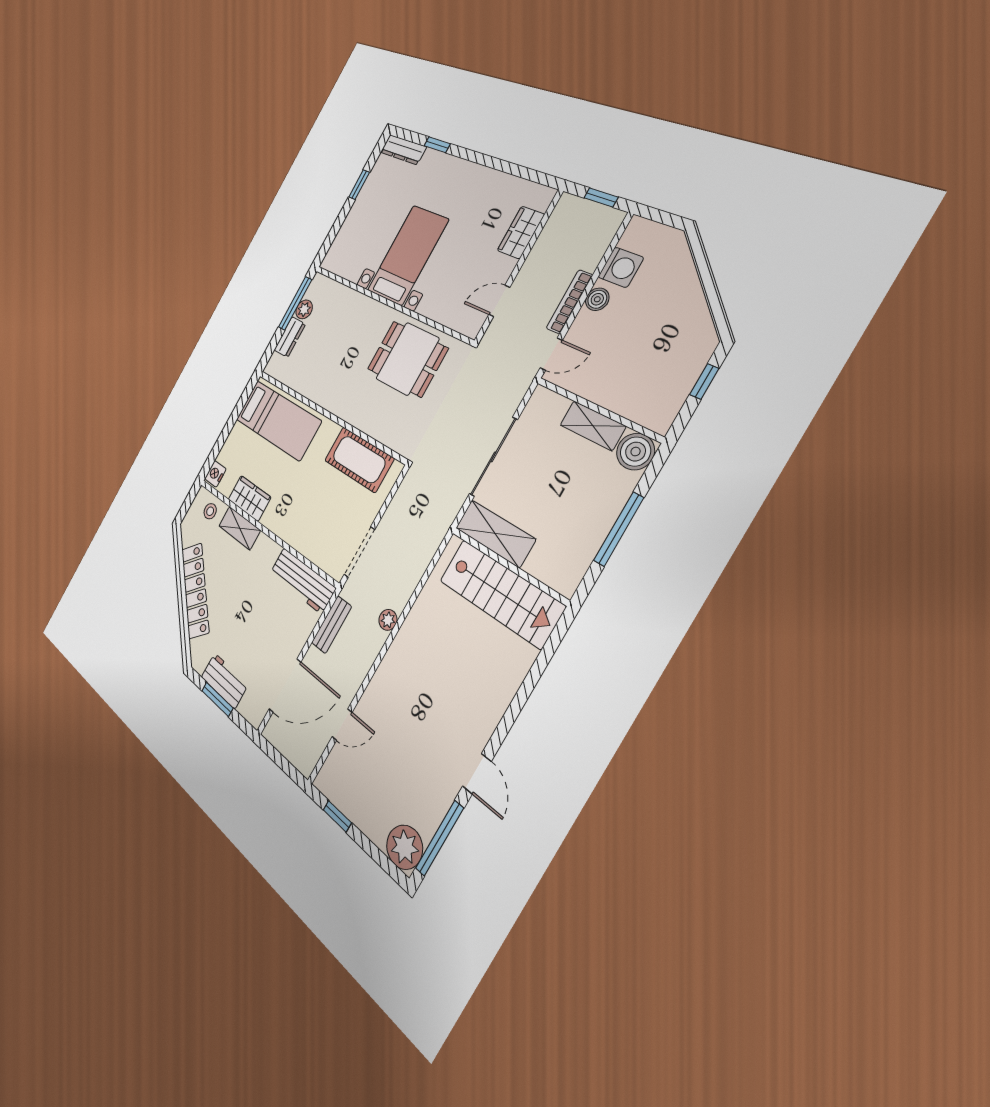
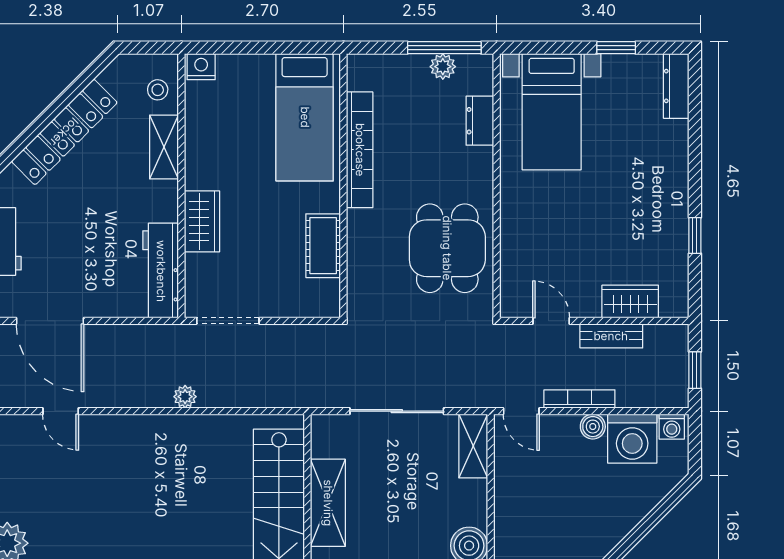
window: (437, 145) -> (695, 236), moved
washing machine: (635, 232) -> (672, 427), added
bed with nightstands: (408, 255) -> (552, 112), moved, turned 90
washing machine: (621, 267) -> (632, 439), width x1.37, depth x1.37
dresser: (290, 337) -> (480, 121), moved, turned 90
bookcase: (316, 392) -> (360, 150), added
shelving: (593, 426) -> (473, 446), moved
cot: (359, 459) -> (323, 246), width x0.73, depth x0.75
wardrobe: (249, 498) -> (202, 221), moved
shelving: (495, 533) -> (328, 503), moved
bench: (332, 625) -> (611, 336), moved

